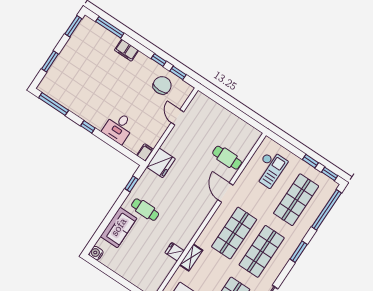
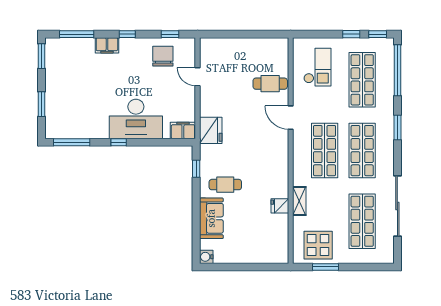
window: (159, 60) -> (127, 34), moved
desk: (119, 128) -> (136, 119), width x1.87, depth x1.30
filing cabinet: (145, 153) -> (183, 131), width x2.00

